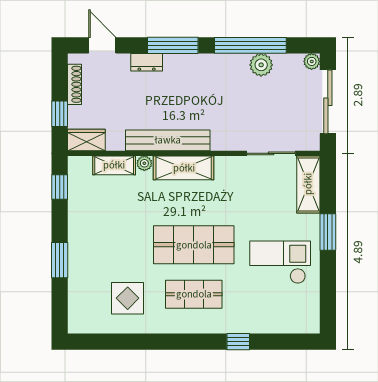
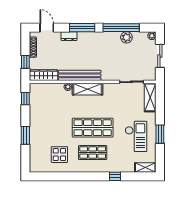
sliding door: (328, 102) -> (160, 56), width x0.73
wardrobe: (86, 140) -> (44, 75), width x1.50
shelving: (114, 165) -> (145, 168), moved
window: (328, 232) -> (160, 134), moved
checkout: (280, 262) -> (136, 136), turned 90

